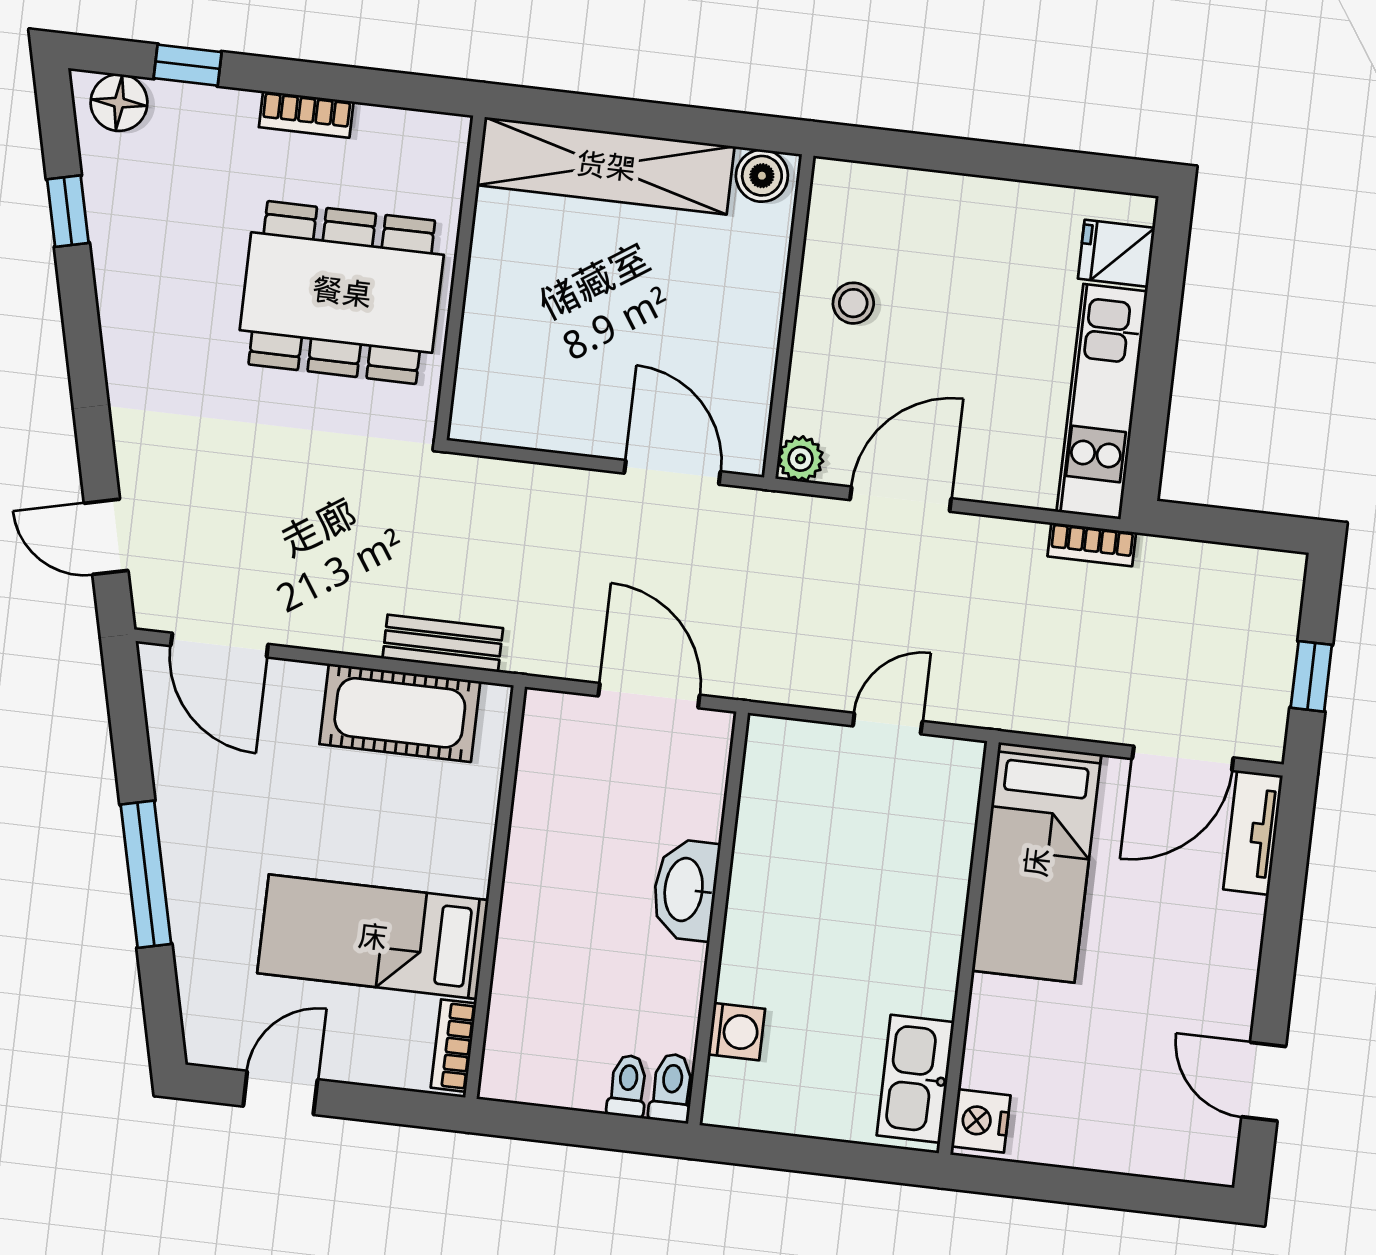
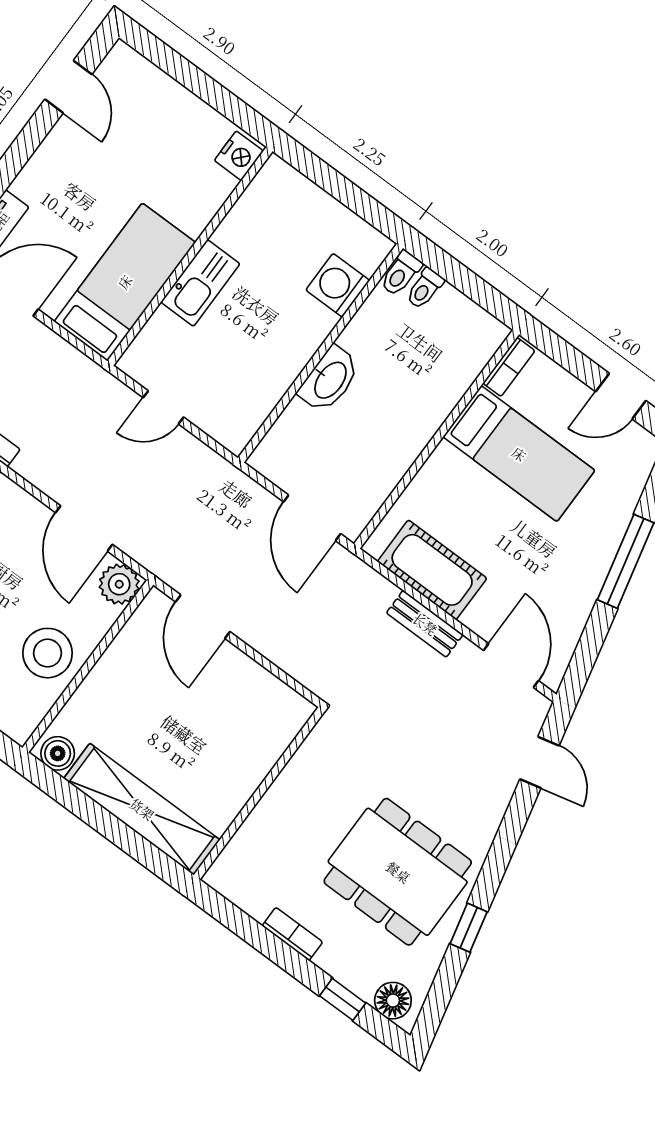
window: (68, 211) -> (469, 928), moved
dining table: (342, 292) -> (398, 872), moved
stool: (853, 303) -> (48, 653), width x1.89, depth x1.89
plant: (801, 459) -> (119, 584), width x1.38, depth x1.38
door: (901, 499) -> (84, 528), hinge flipped
bench: (443, 643) -> (425, 624), moved
door: (649, 696) -> (312, 518), moved
washing machine: (736, 1032) -> (338, 285), width x1.38, depth x1.38
kitchen sink: (915, 1079) -> (200, 283), moved

